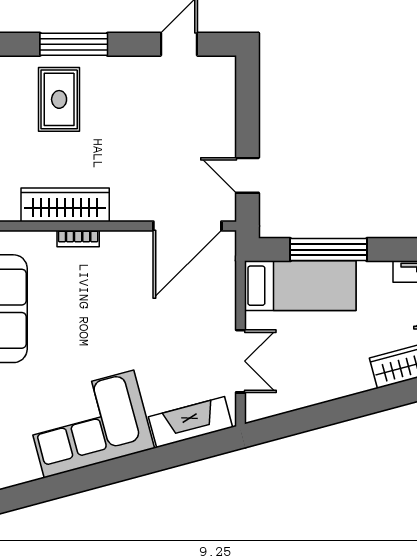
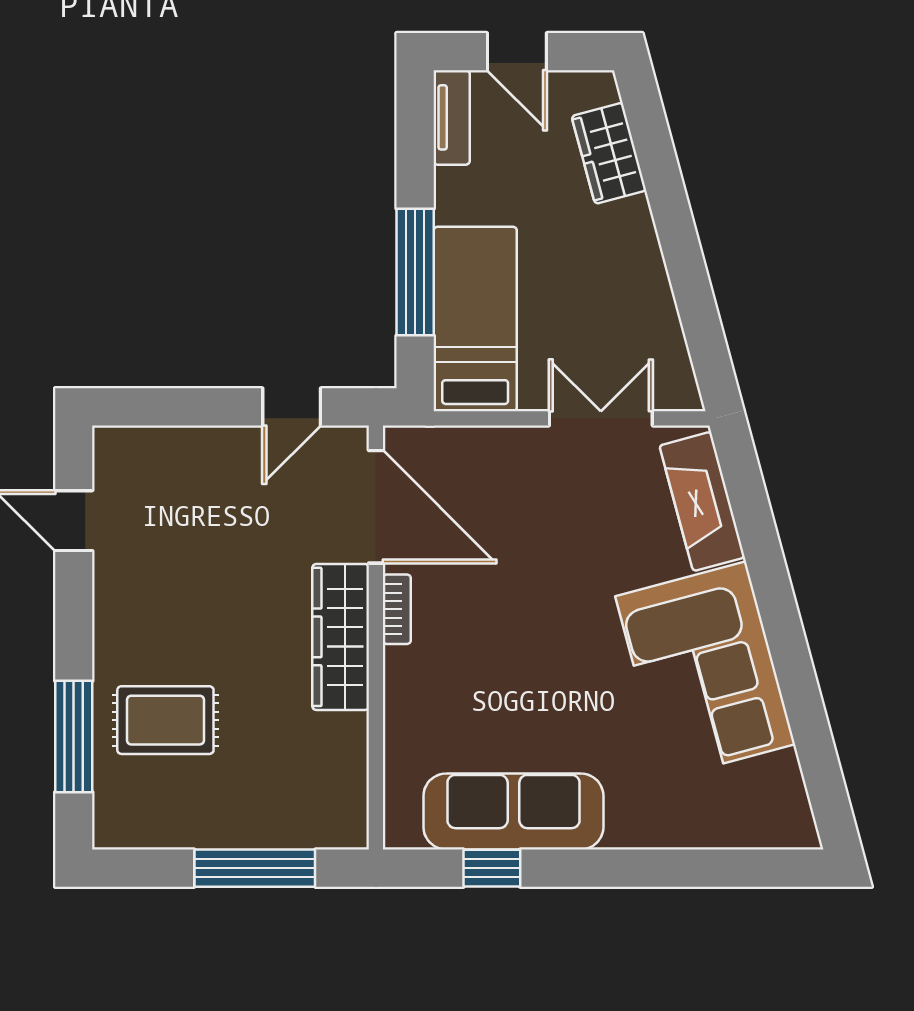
window: (74, 44) -> (74, 736), moved
wardrobe: (65, 205) -> (341, 637), moved
bookcase: (78, 239) -> (397, 609), moved

